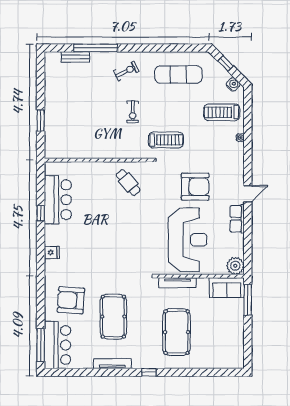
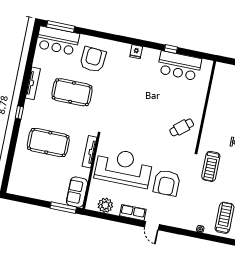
reception desk: (188, 240) -> (124, 168), turned 180
plant: (235, 266) -> (105, 205), moved

